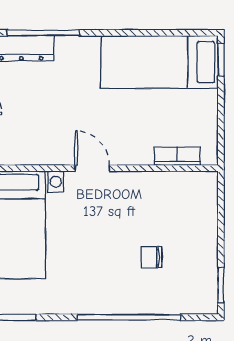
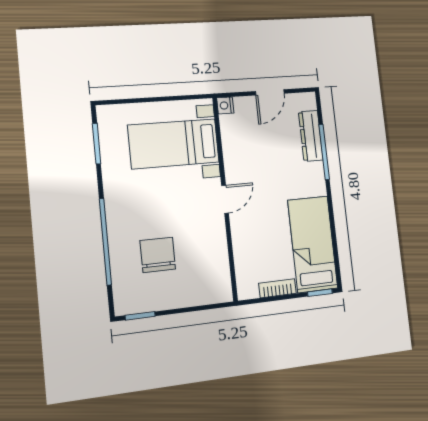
bookcase: (177, 156) -> (278, 288), moved, turned -90
chair: (151, 257) -> (158, 255), width x1.87, depth x1.87

